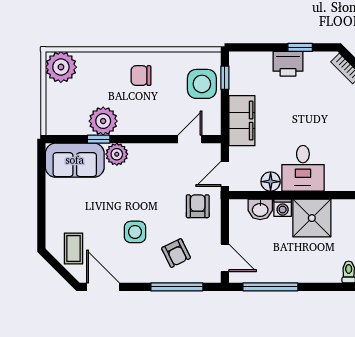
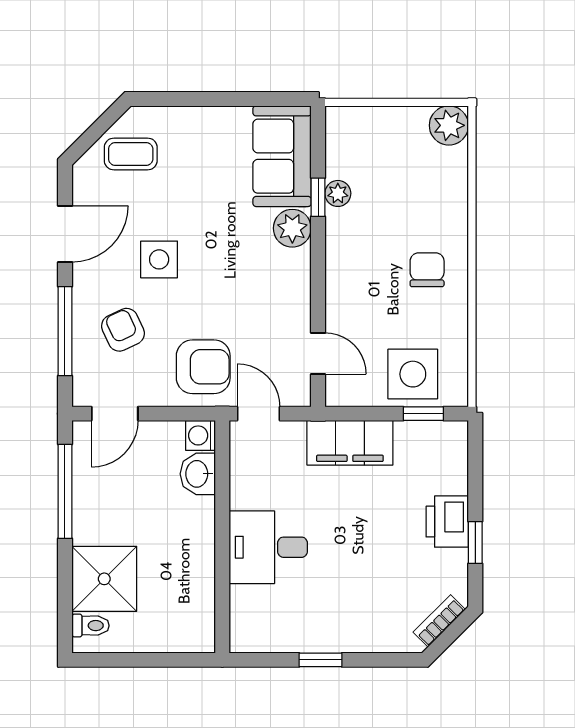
plant: (61, 67) -> (449, 125), width x0.73, depth x0.73
plant: (103, 121) -> (338, 193), width x0.53, depth x0.53
floor lamp: (271, 182) -> (246, 492), removed
armchair: (198, 206) -> (203, 367), width x1.38, depth x1.38
washing machine: (283, 208) -> (201, 435), moved
shower: (312, 218) -> (104, 579), moved
armchair: (176, 253) -> (123, 330), turned 91
door: (103, 287) -> (65, 234), moved

